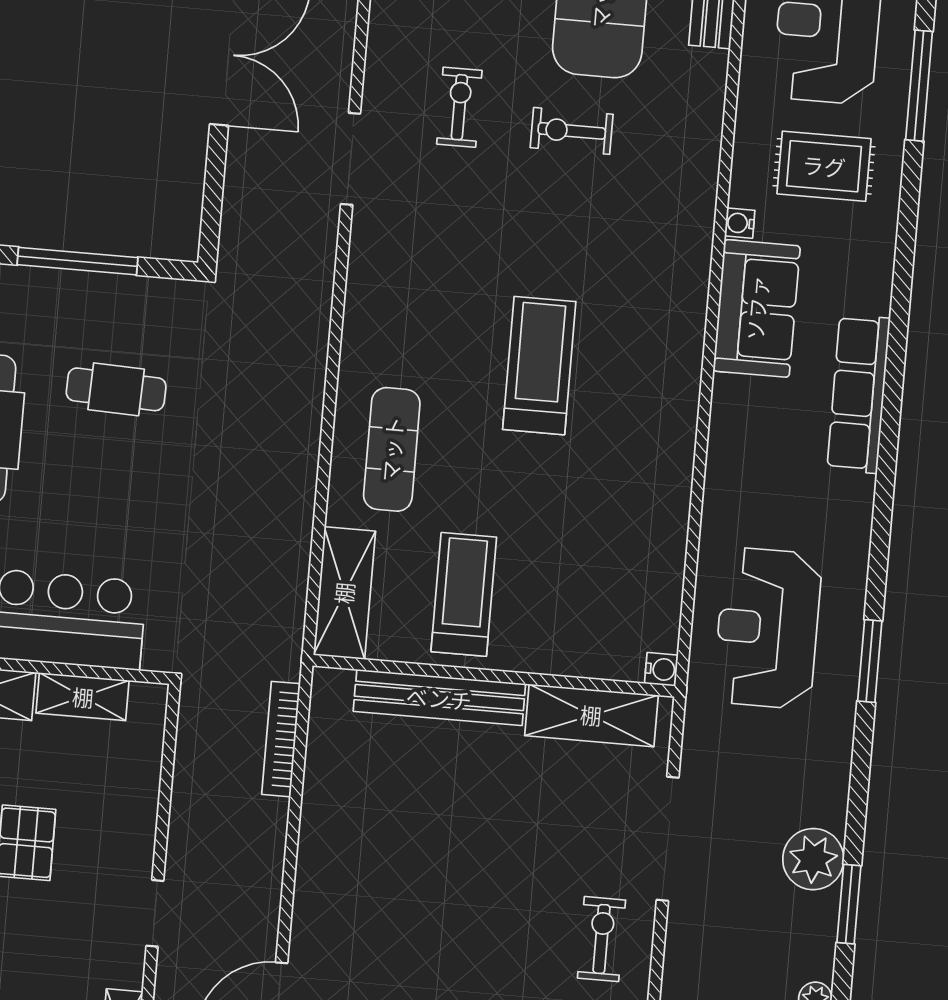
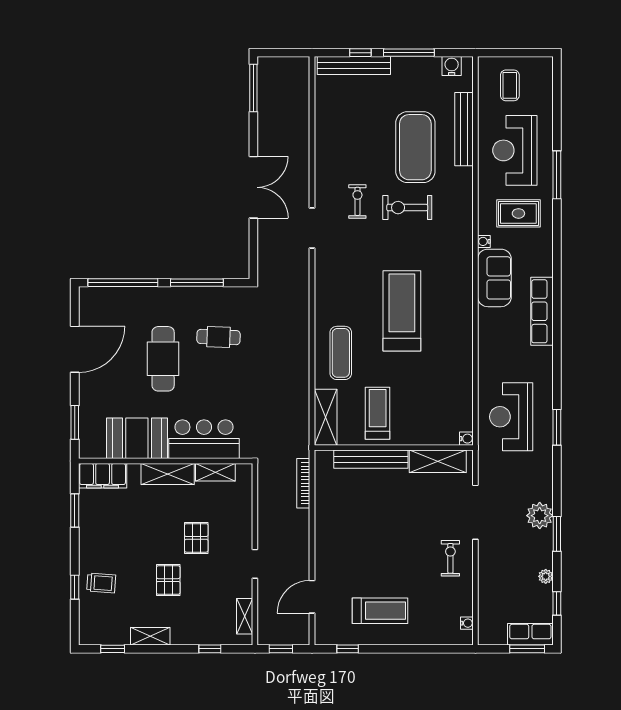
exercise bike: (572, 131) -> (407, 208), width x1.38, depth x1.39
treadmill: (539, 366) -> (402, 311), width x1.37, depth x1.38

